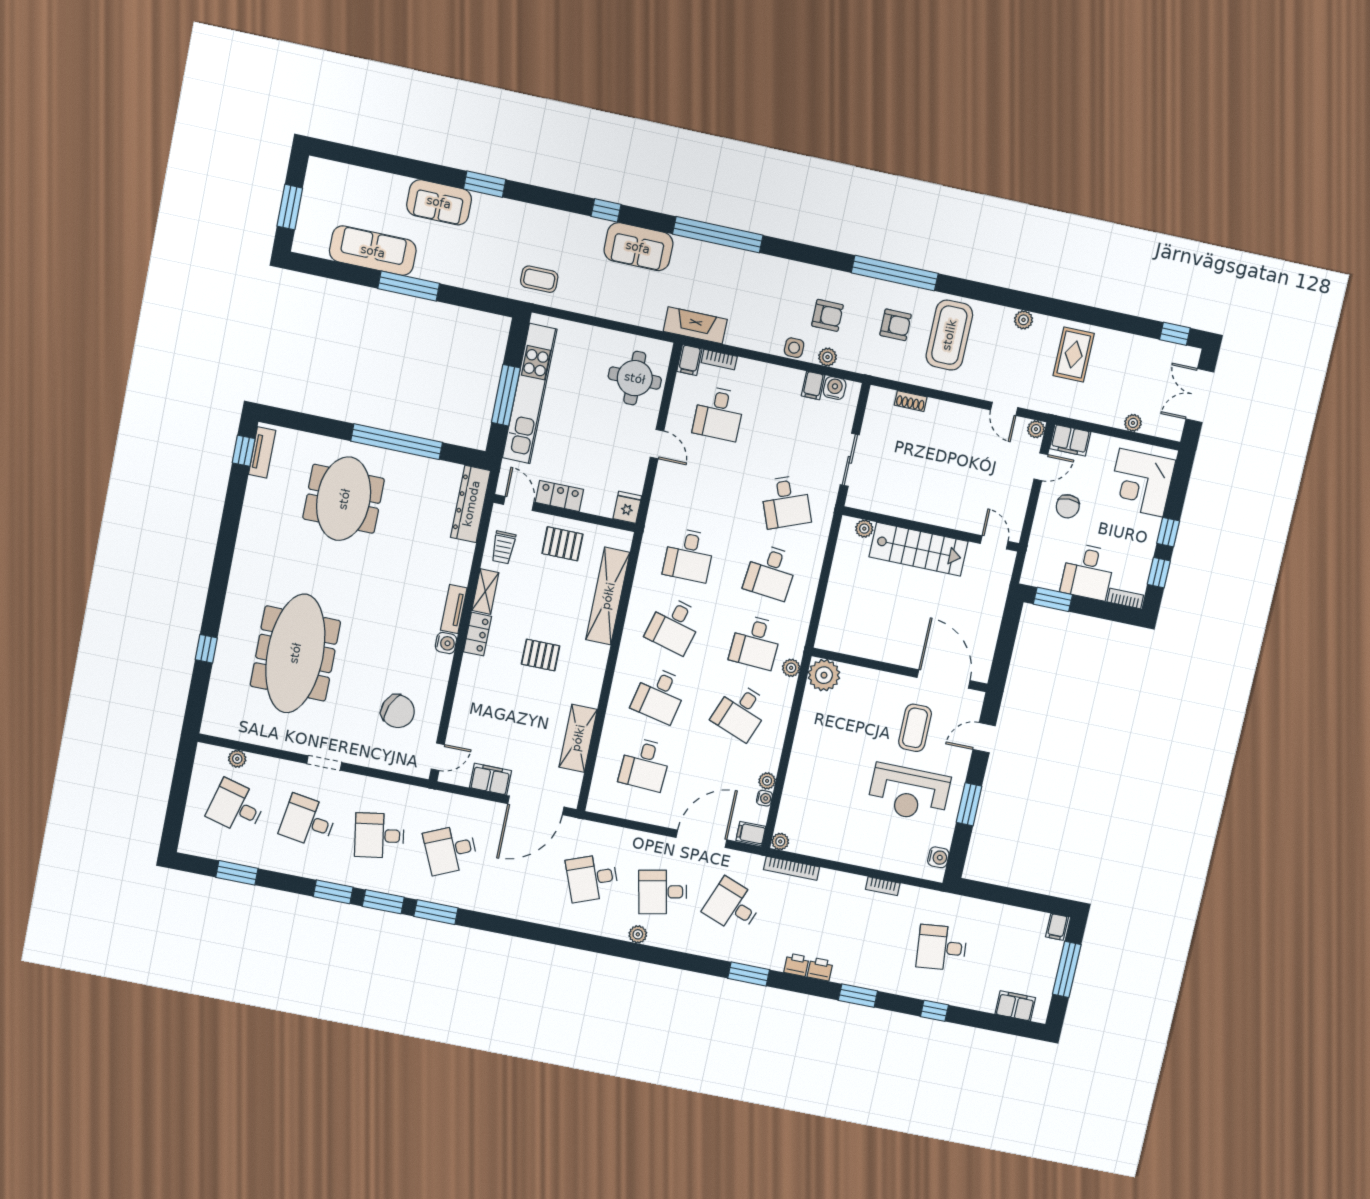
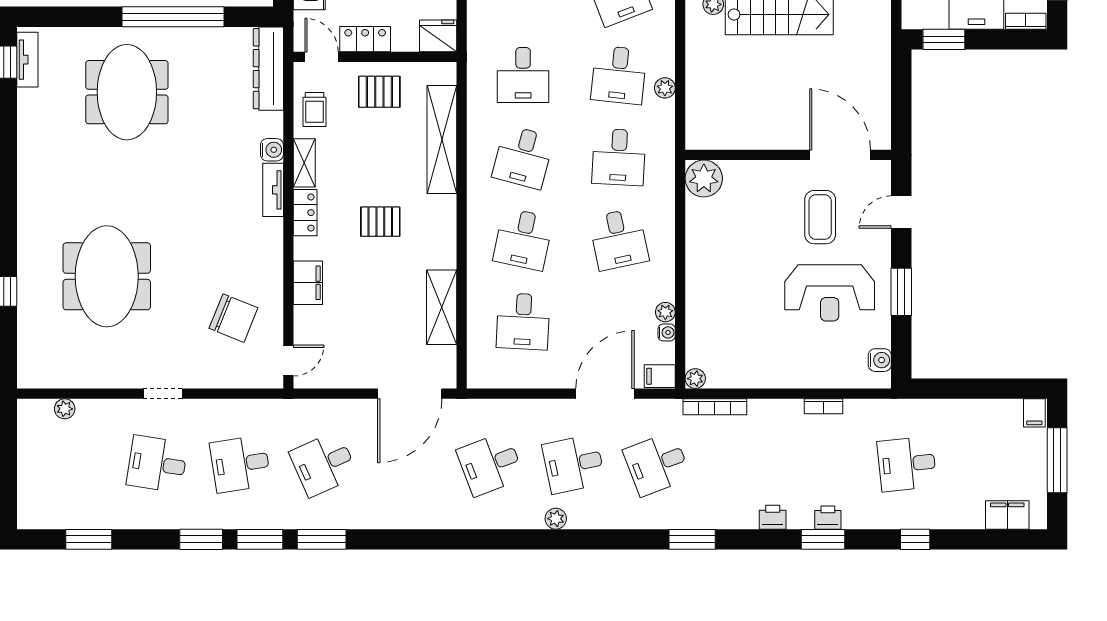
fridge: (627, 507) -> (438, 36), width x1.38
water cooler: (446, 643) -> (272, 150), moved
meeting table: (295, 653) -> (107, 276), width x0.73
plant: (791, 668) -> (665, 88), moved
desk: (741, 712) -> (619, 239), turned -33
filing cabinet: (490, 779) -> (308, 283), moved, turned 90
desk: (236, 807) -> (74, 464), removed
desk: (733, 906) -> (657, 464), turned -42
printer: (796, 965) -> (828, 518), moved

